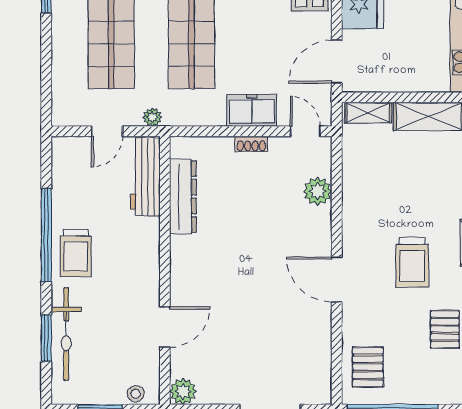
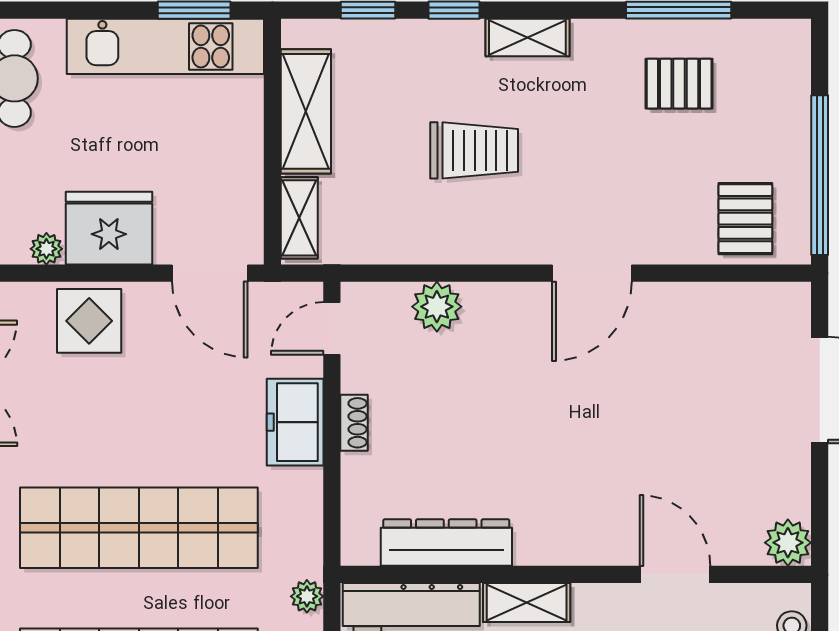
shelving: (149, 242) -> (527, 603), added
trolley: (412, 262) -> (474, 150), moved
pallet: (368, 367) -> (745, 219), turned 90

